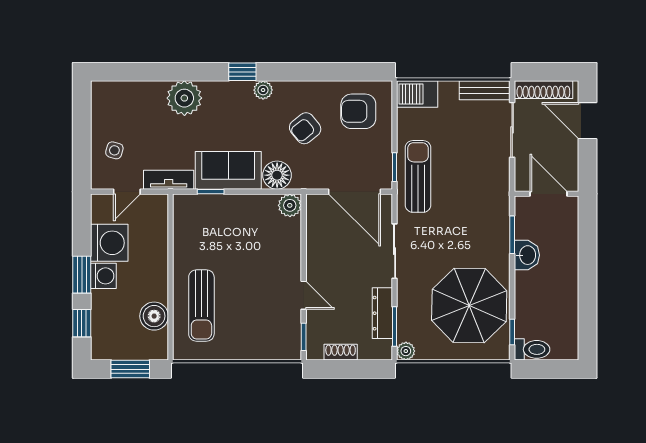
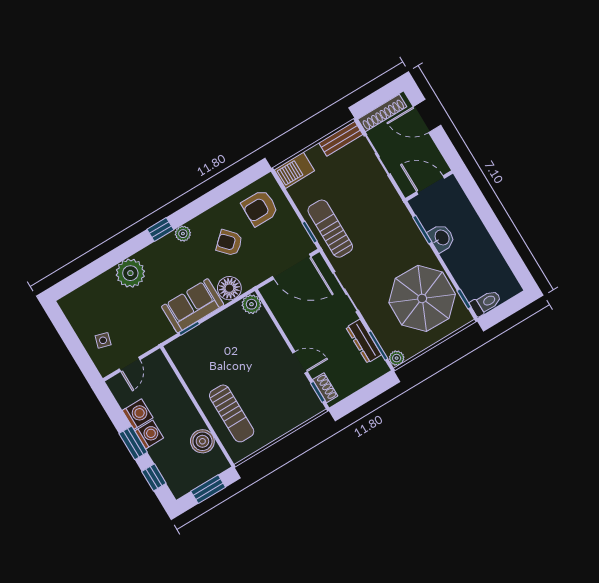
armchair: (305, 128) -> (229, 243), turned 86
tv unit: (169, 180) -> (154, 338), removed
washing machine: (109, 243) -> (138, 414), width x0.73, depth x0.73
shoe rack: (341, 352) -> (325, 388), moved, turned 90

